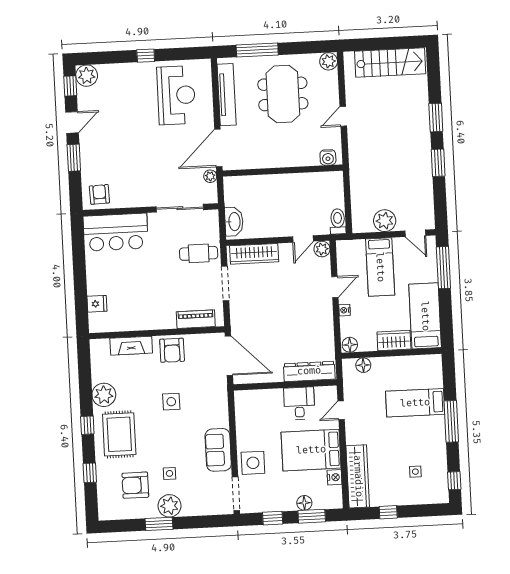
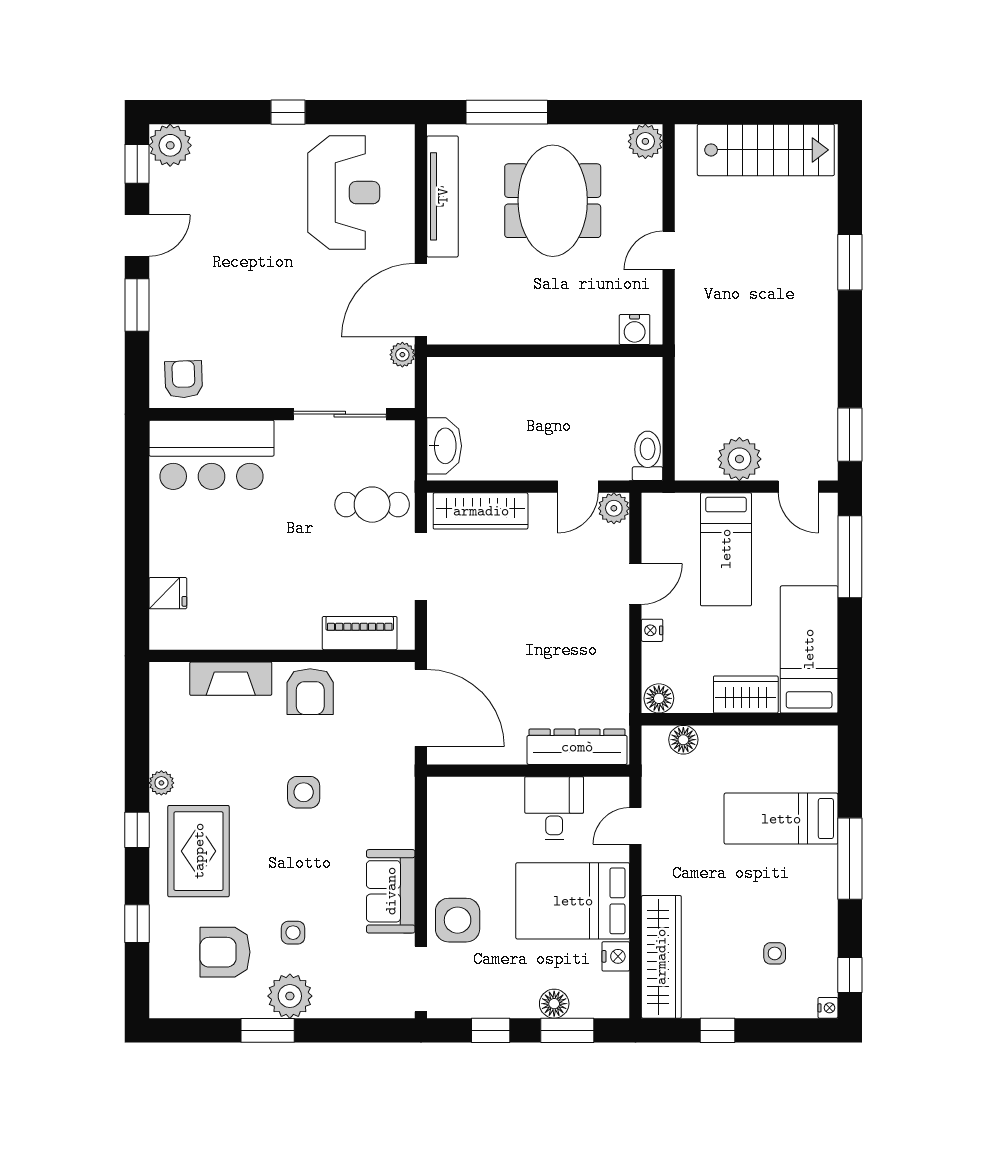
window: (438, 163) -> (850, 435), moved
plant: (104, 395) -> (161, 783), width x0.53, depth x0.53
nightstand: (444, 498) -> (828, 1008), added

